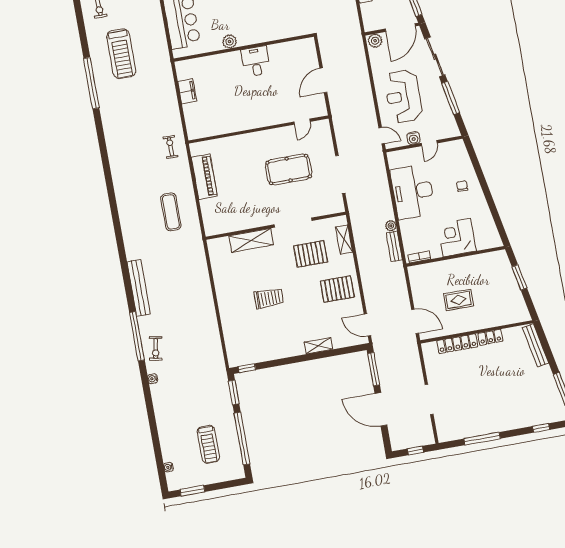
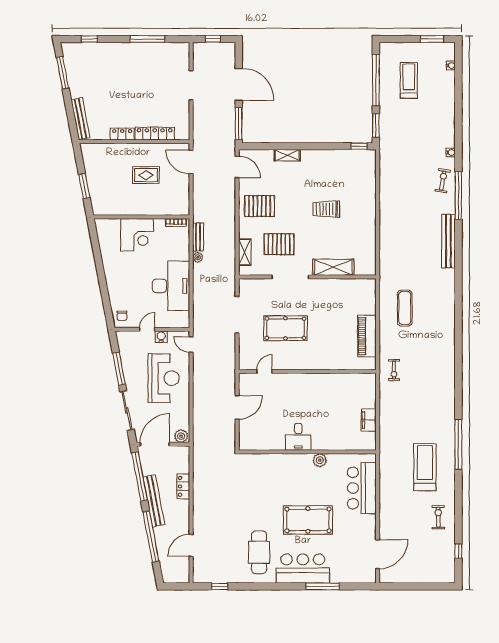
chair: (462, 186) -> (122, 316), moved

